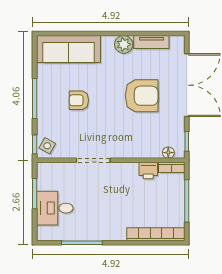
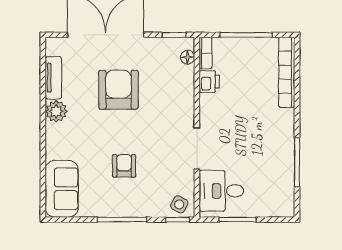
sofa: (68, 49) -> (62, 189), width x0.73
armchair: (79, 100) -> (124, 166), turned 180
desk: (55, 208) -> (221, 191), moved, turned 90

